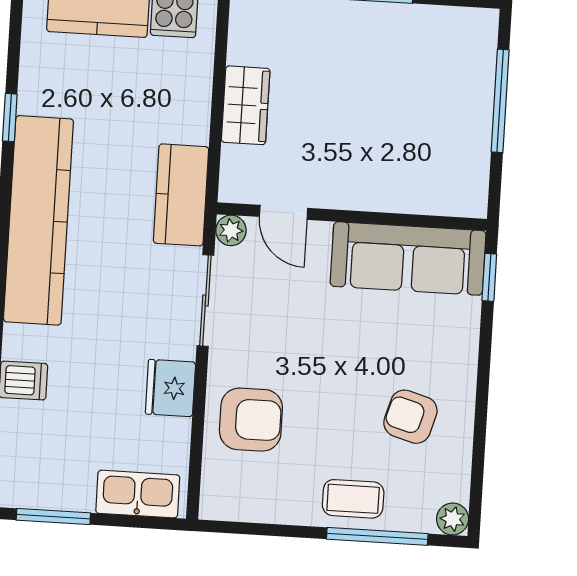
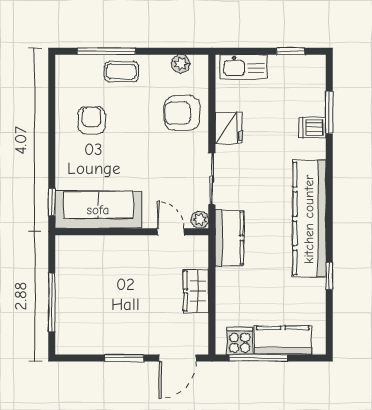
armchair: (410, 417) -> (92, 120), turned -106
window: (53, 517) -> (291, 51), width x0.67
plant: (453, 519) -> (181, 64), moved

